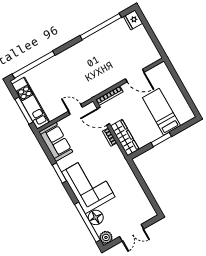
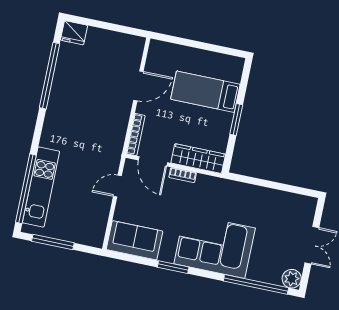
kitchen unit: (31, 103) -> (41, 187), moved, turned 90
window: (24, 111) -> (53, 242), moved
door: (103, 116) -> (153, 161), hinge flipped
floor lamp: (96, 217) -> (259, 270), removed

